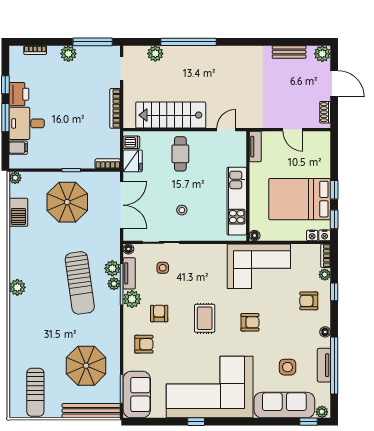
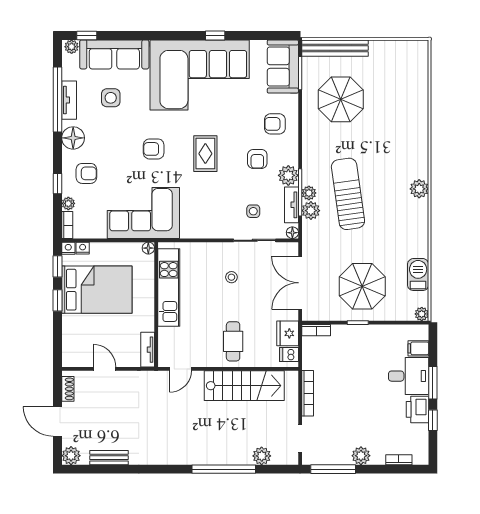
floor lamp: (325, 332) -> (73, 138), width x1.89, depth x1.89
sun lounger: (35, 392) -> (399, 69), removed

